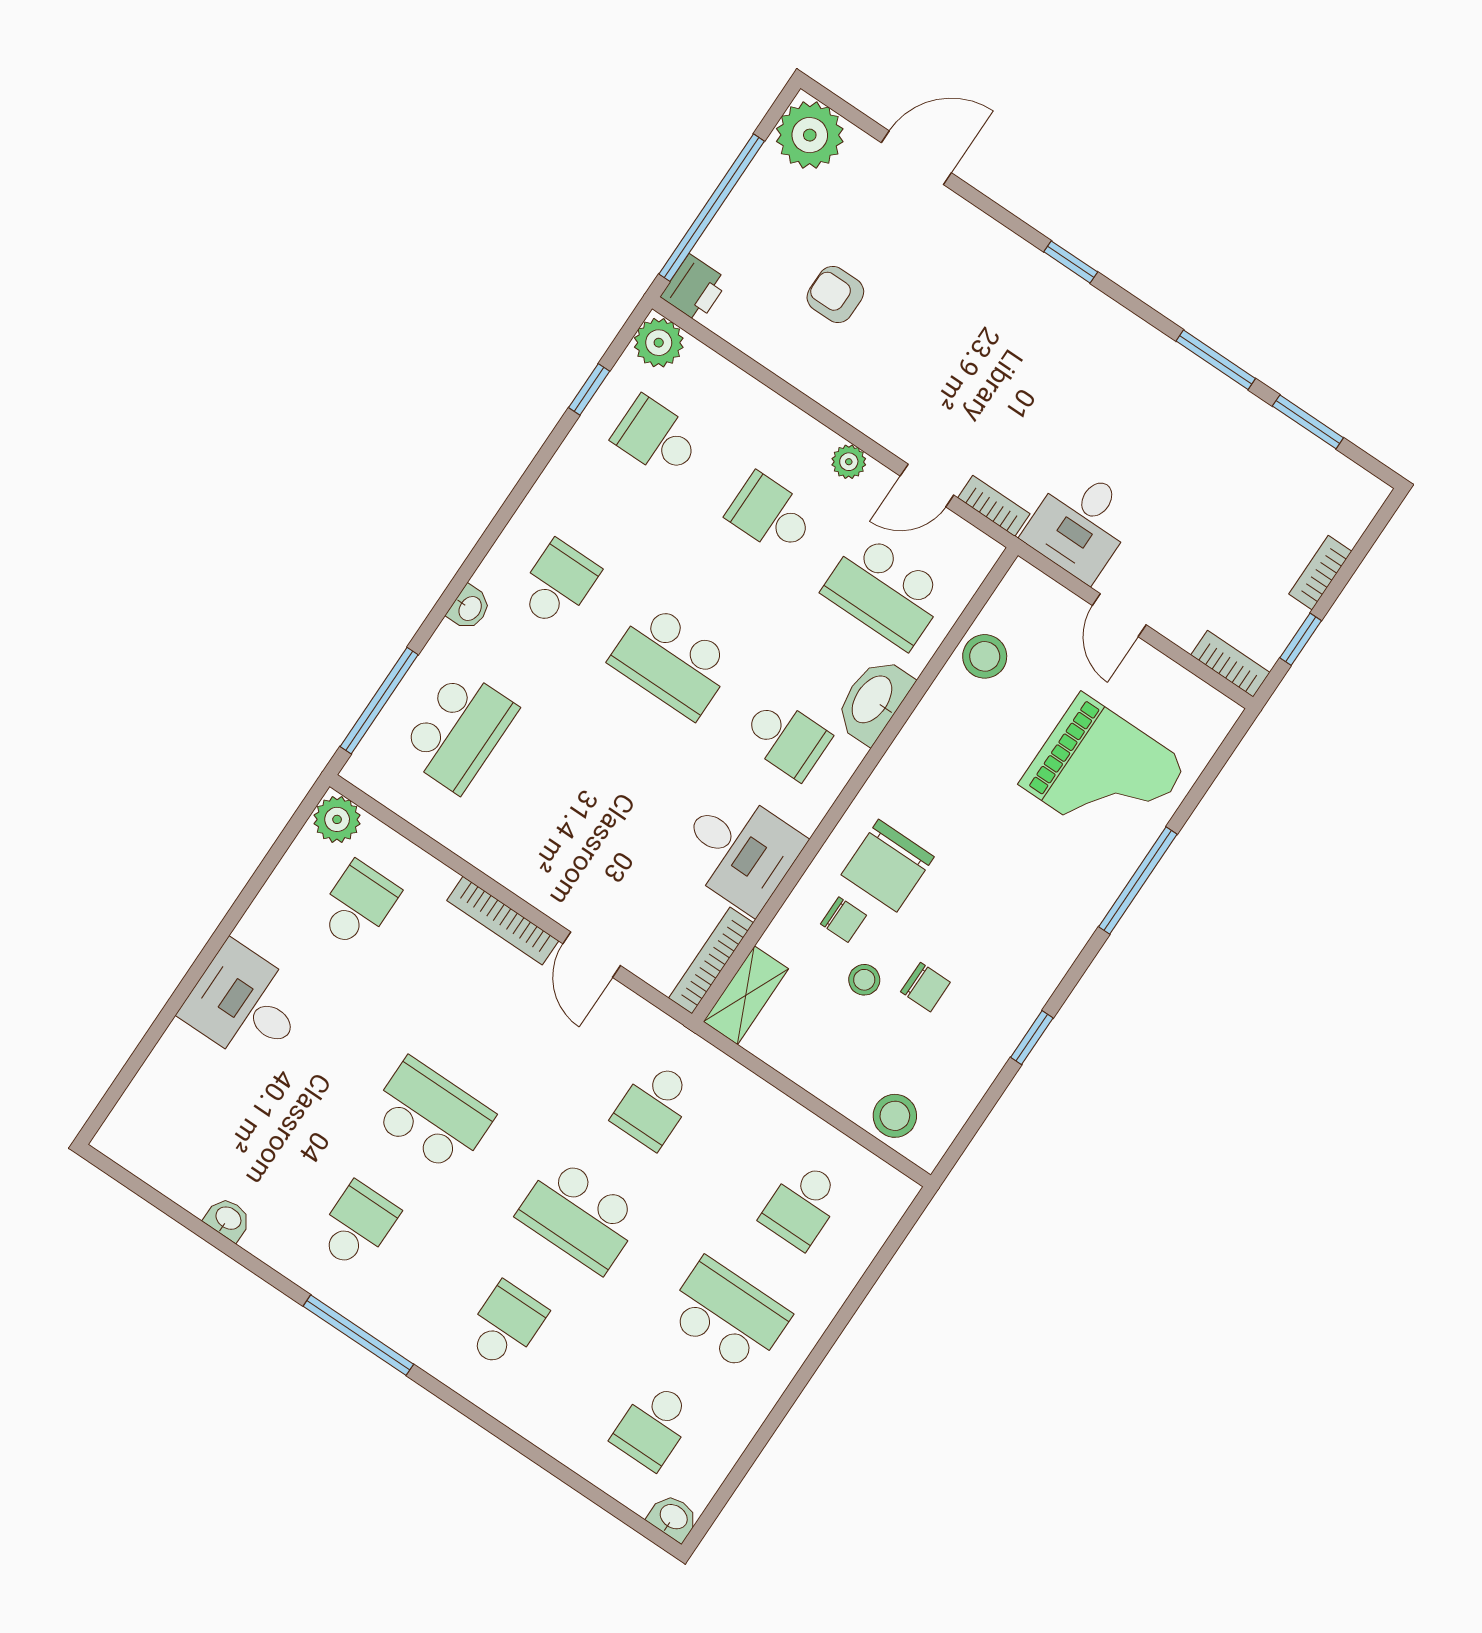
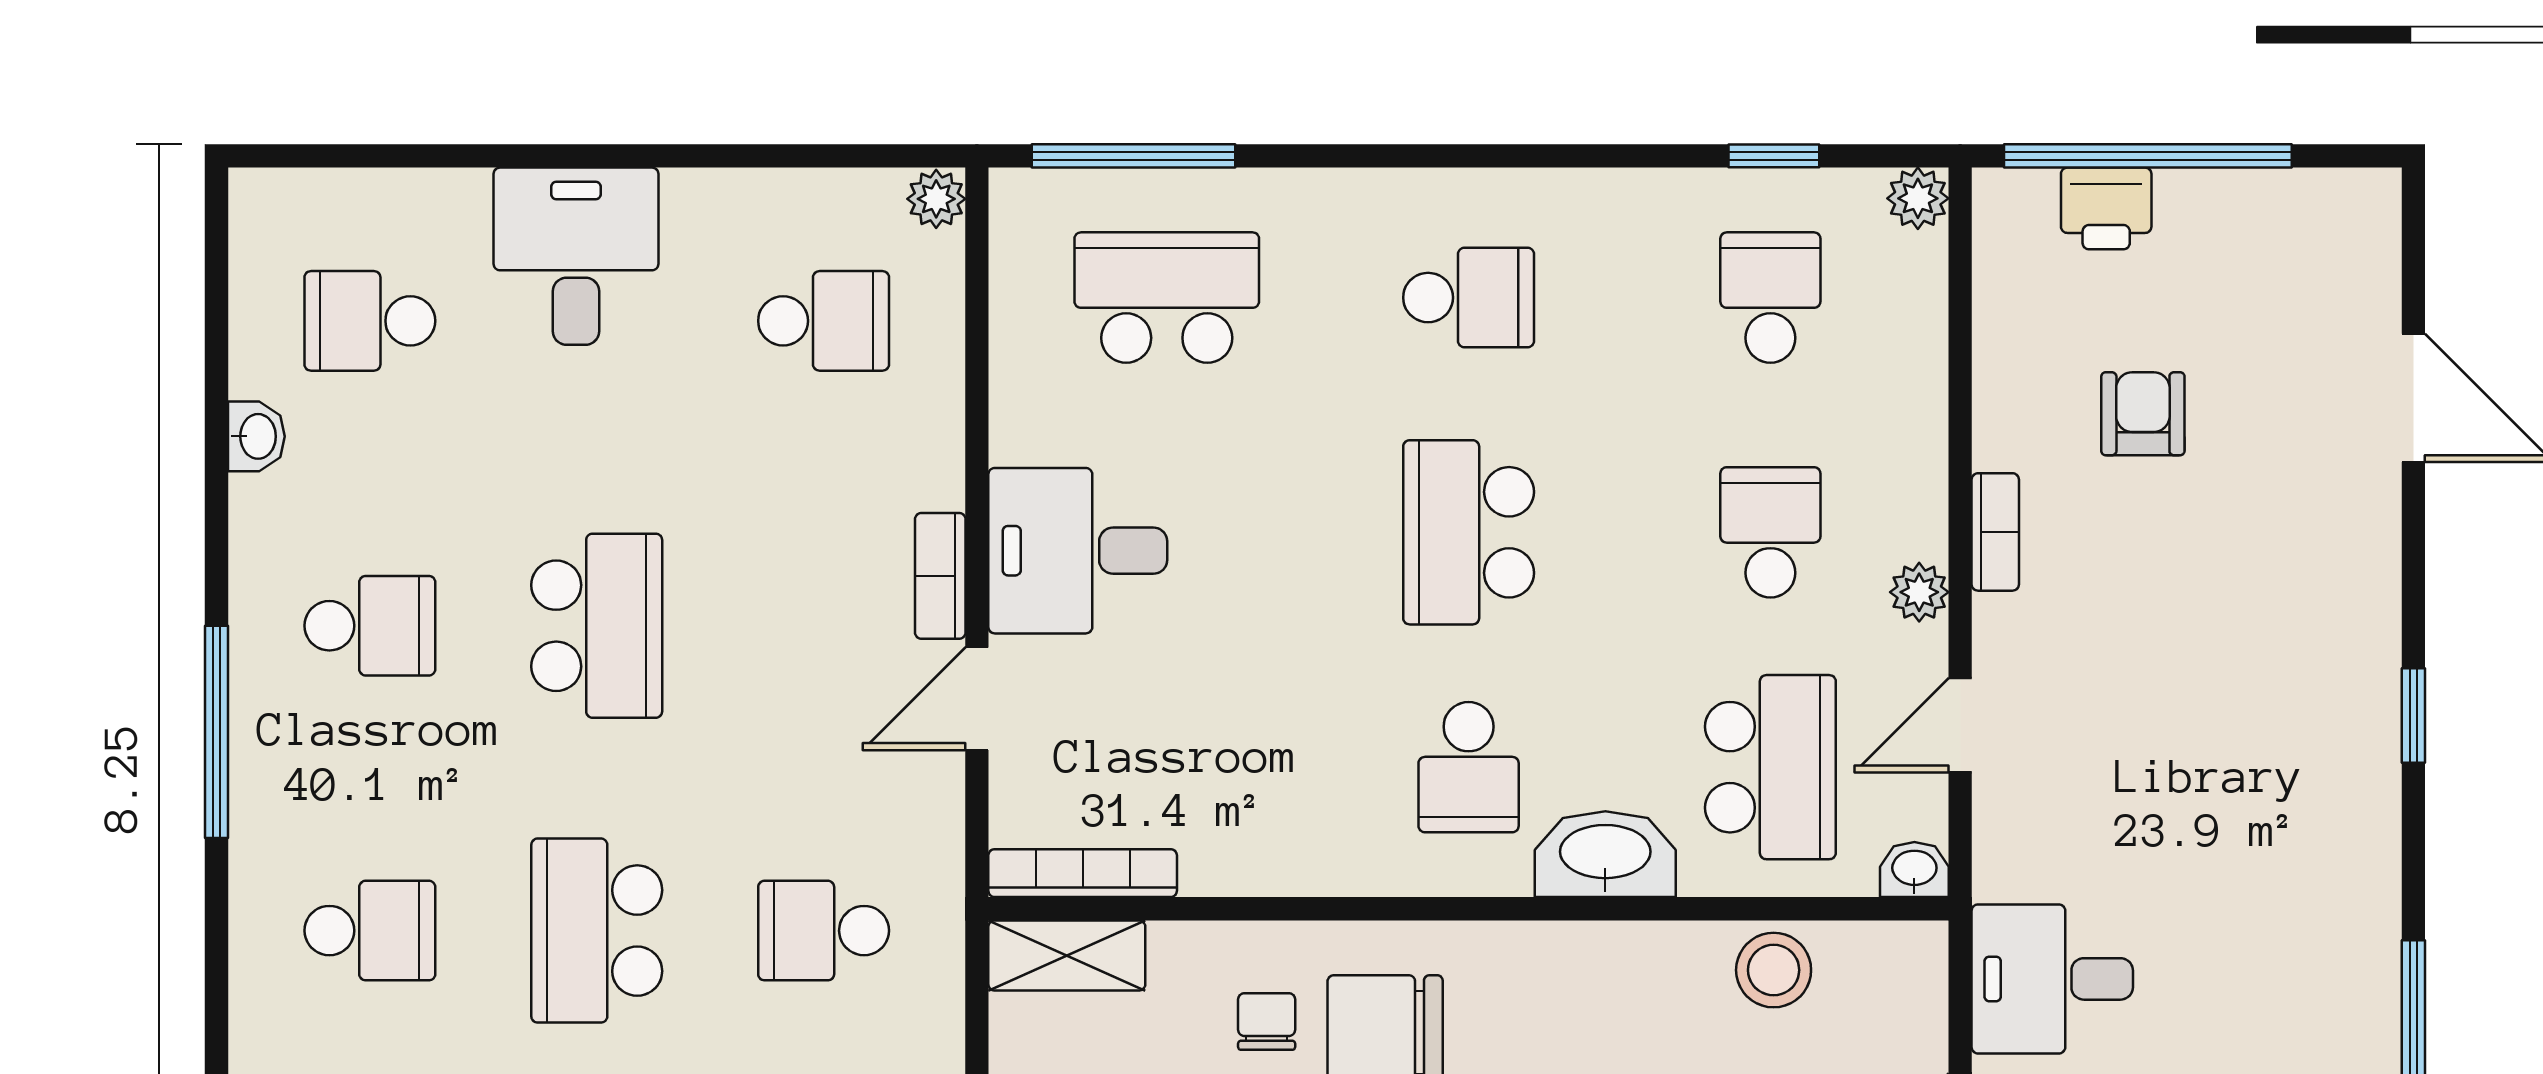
plant: (810, 135) -> (2344, 225), removed
printer: (694, 288) -> (2106, 208), moved
plant: (659, 343) -> (1918, 198), width x0.73, depth x0.73
door: (927, 485) -> (1960, 725), hinge flipped
bookcase: (994, 506) -> (1995, 532), moved
school desk: (885, 591) -> (1770, 767), turned 180
washbasin: (469, 608) -> (1914, 869), moved, turned 180
school desk: (459, 731) -> (1167, 298), turned 180
plant: (337, 819) -> (936, 199), width x0.73, depth x0.73
desk: (739, 850) -> (1078, 551), moved, turned 90
chair: (843, 920) -> (1267, 1021), turned 180
bookcase: (503, 921) -> (940, 576), width x0.64
school desk: (209, 1126) -> (370, 321), added

